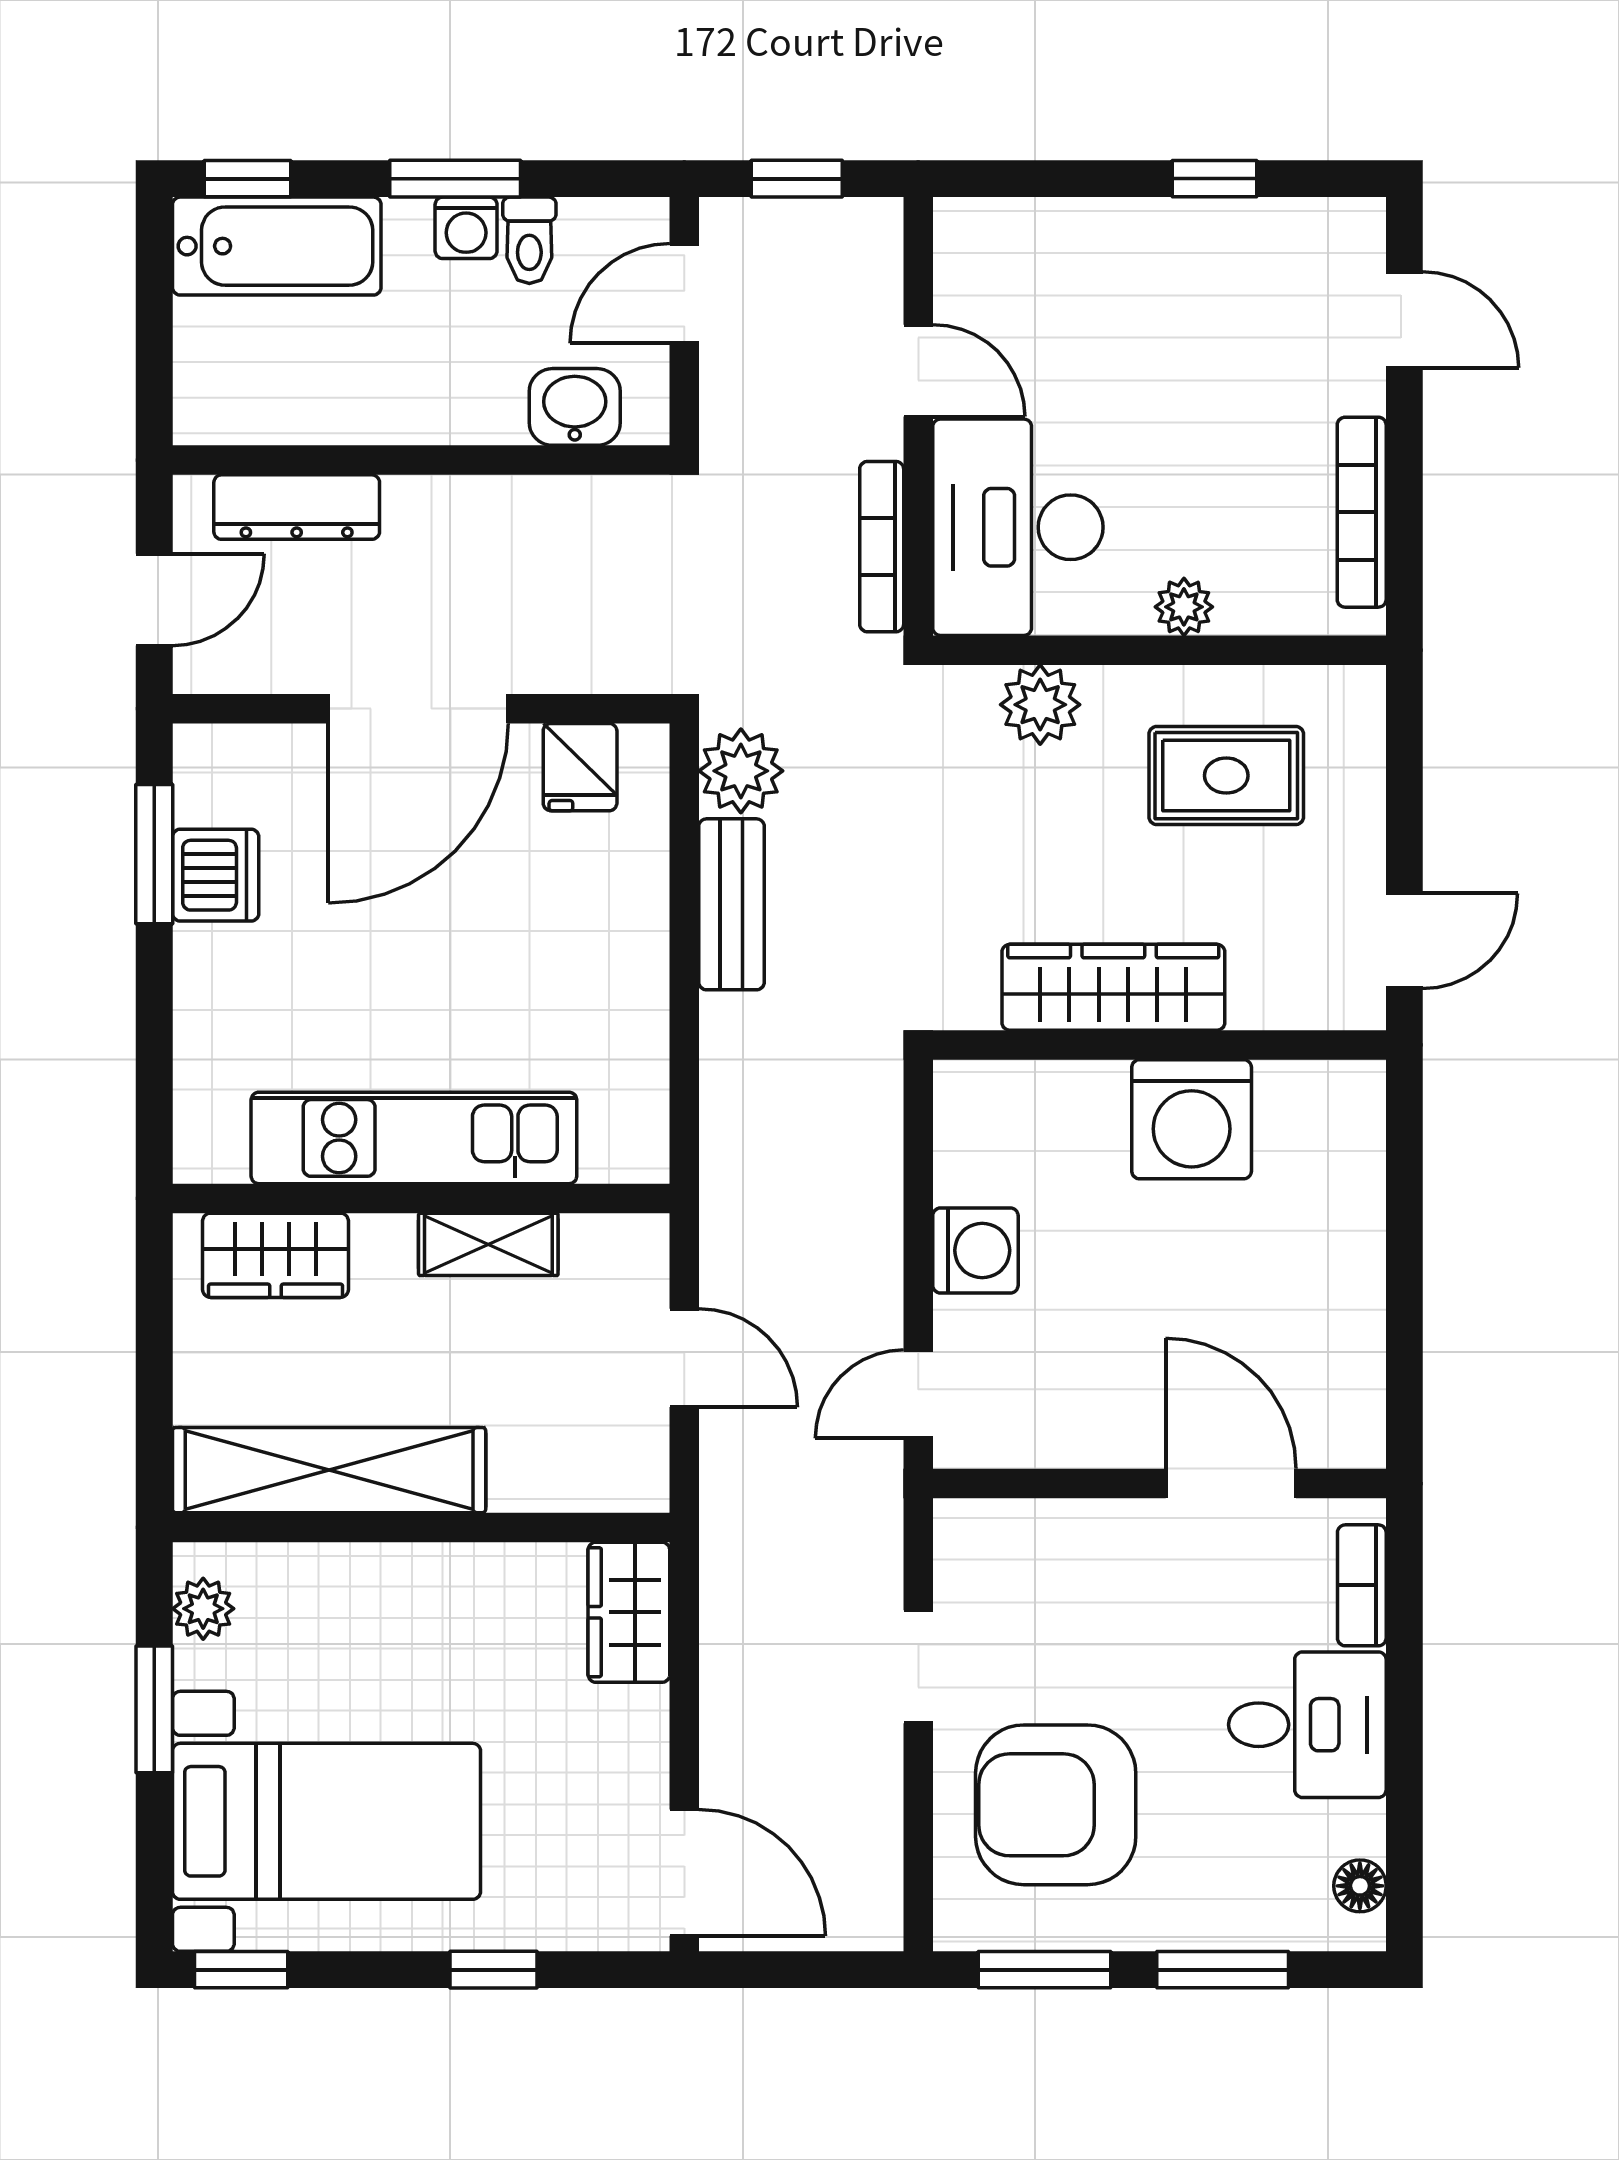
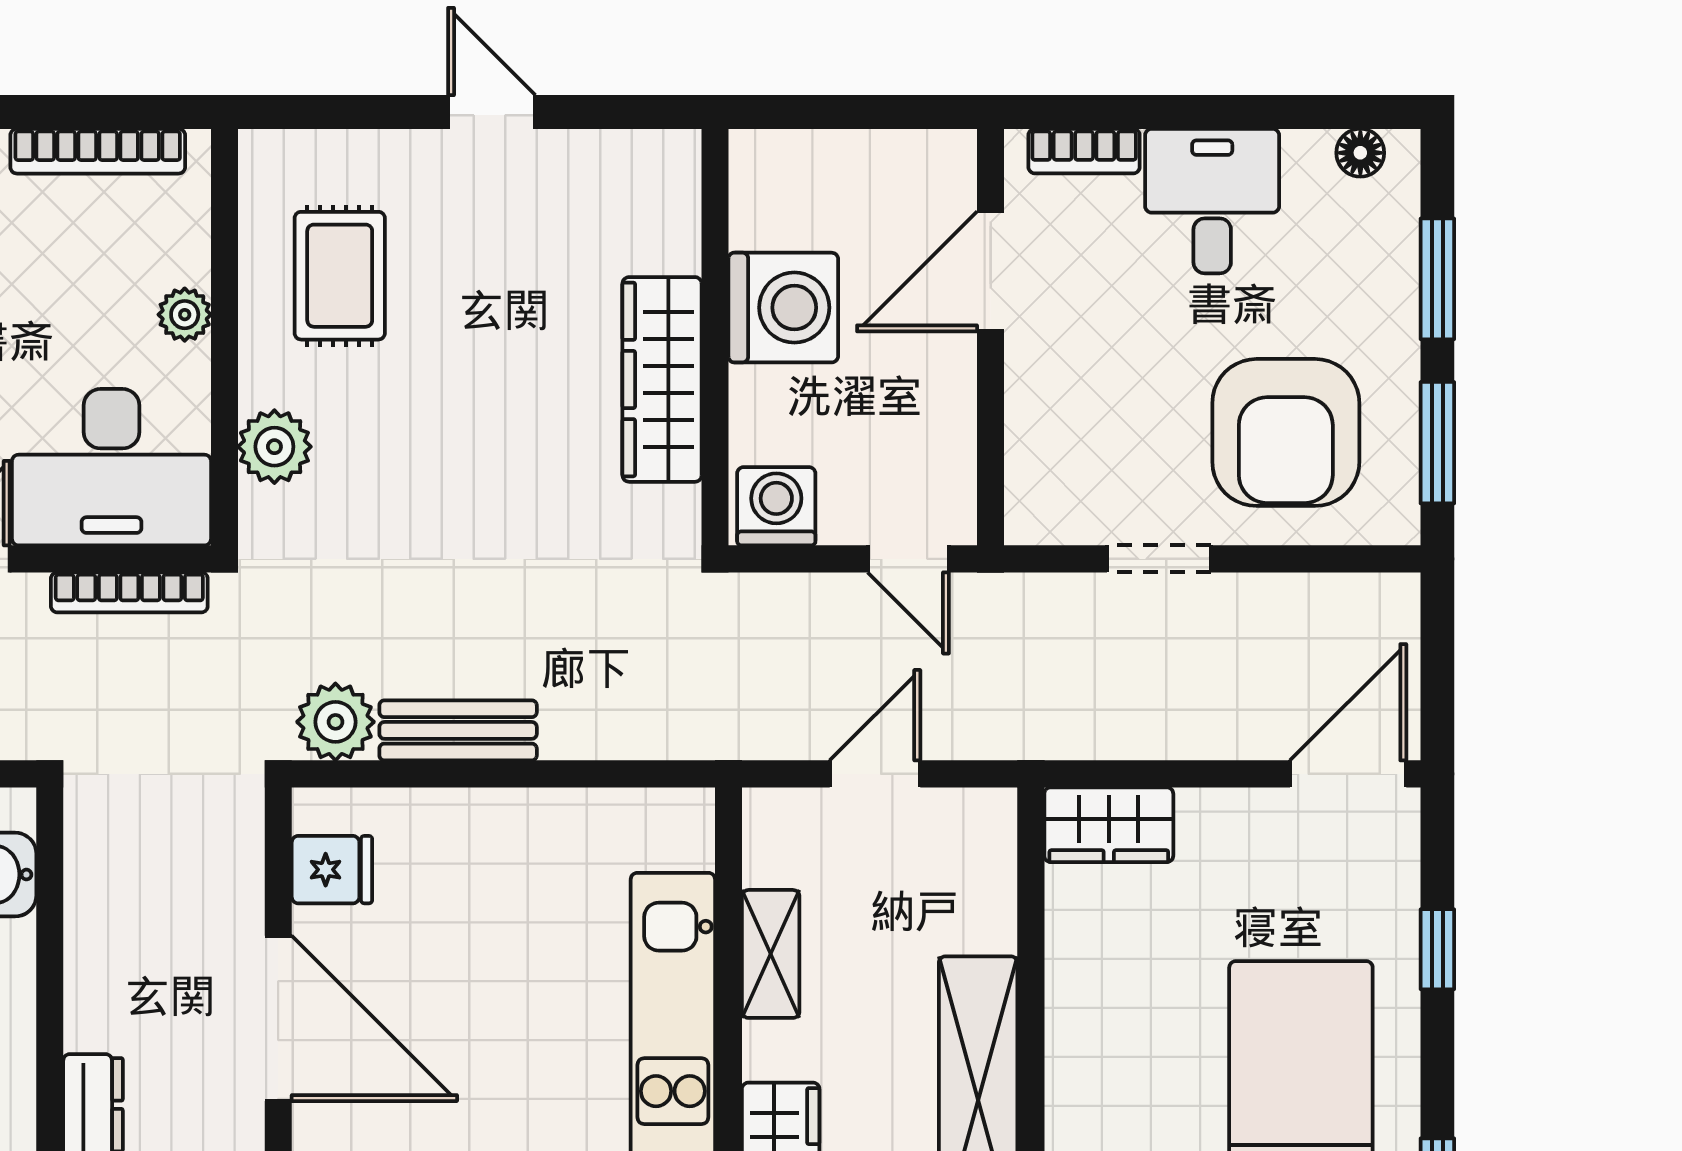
wardrobe: (1113, 987) -> (662, 379), moved
wall: (1159, 1045) -> (715, 337), moved
washing machine: (1192, 1119) -> (783, 308), moved

